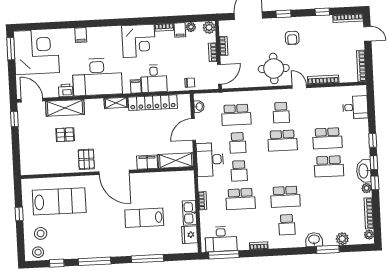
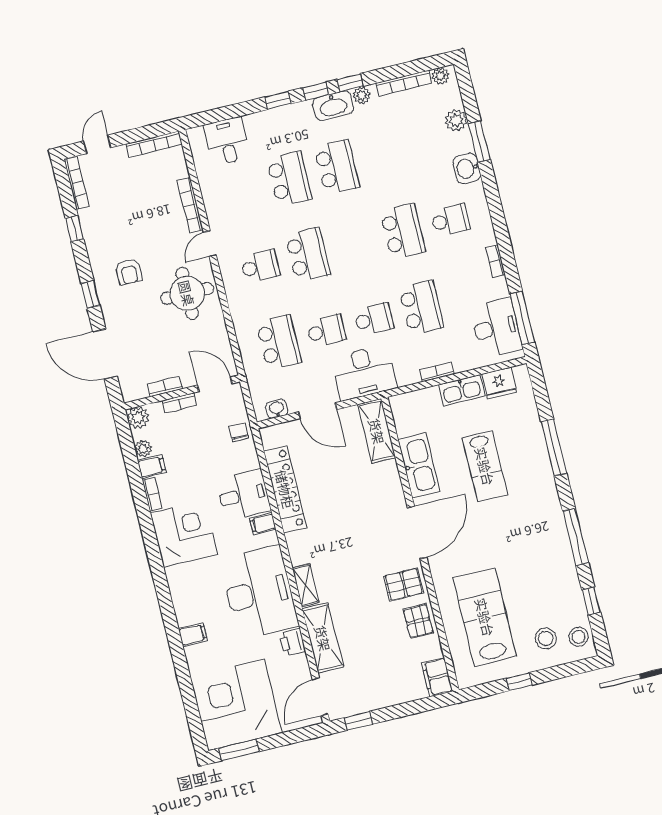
armchair: (292, 38) -> (129, 272), turned 90
shelving: (116, 103) -> (306, 585), moved
pallet: (65, 135) -> (418, 621), moved
filing cabinet: (147, 162) -> (437, 677), moved
kitchen sink: (152, 181) -> (419, 465), added

